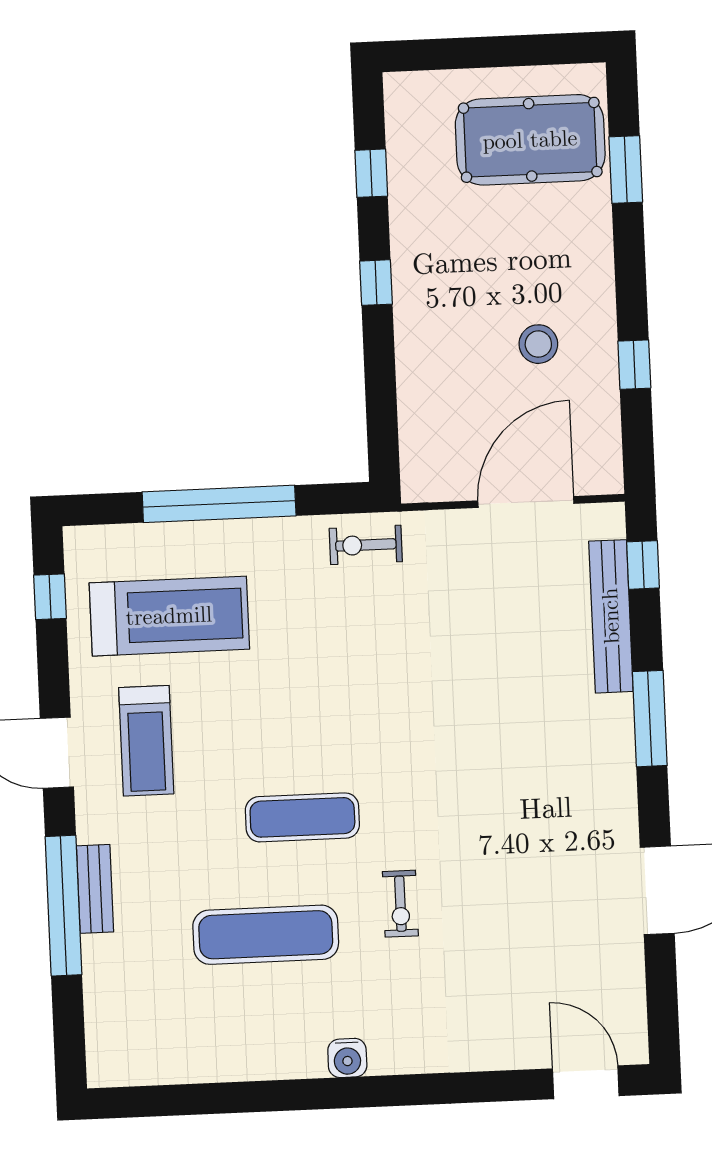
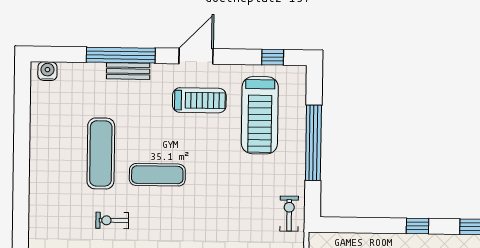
treadmill: (146, 741) -> (199, 100), turned 180
exercise mat: (302, 817) -> (157, 175), turned 90
water cooler: (347, 1058) -> (47, 71), moved, turned 90

